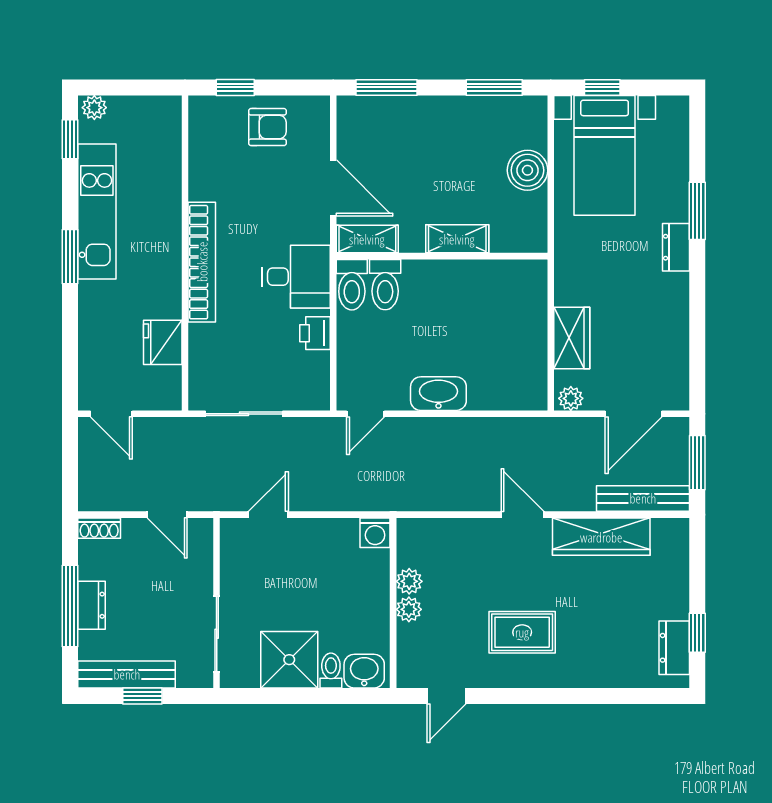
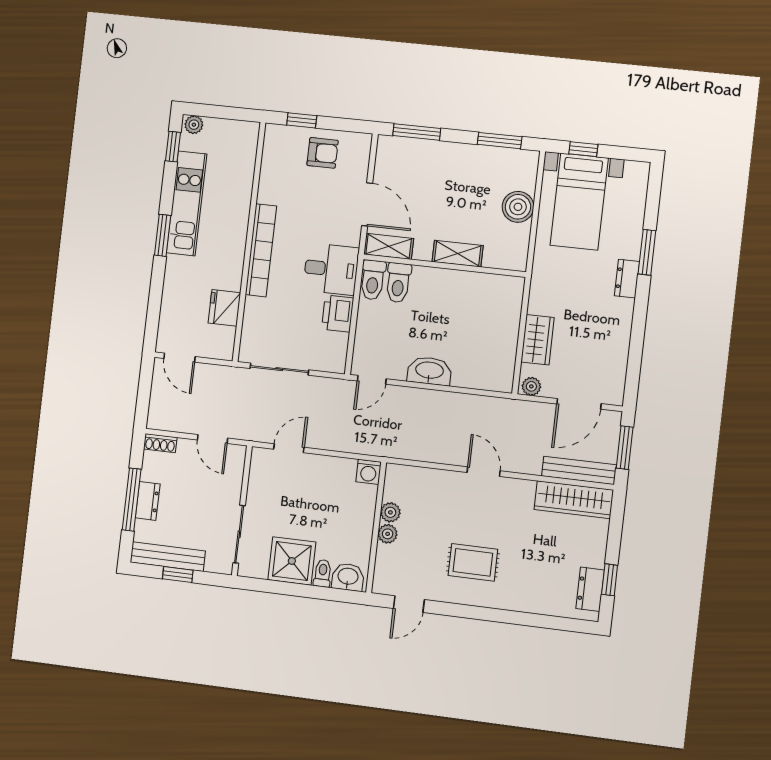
printer: (315, 333) -> (338, 314), width x1.36, depth x1.24
wardrobe: (601, 537) -> (574, 500), moved

